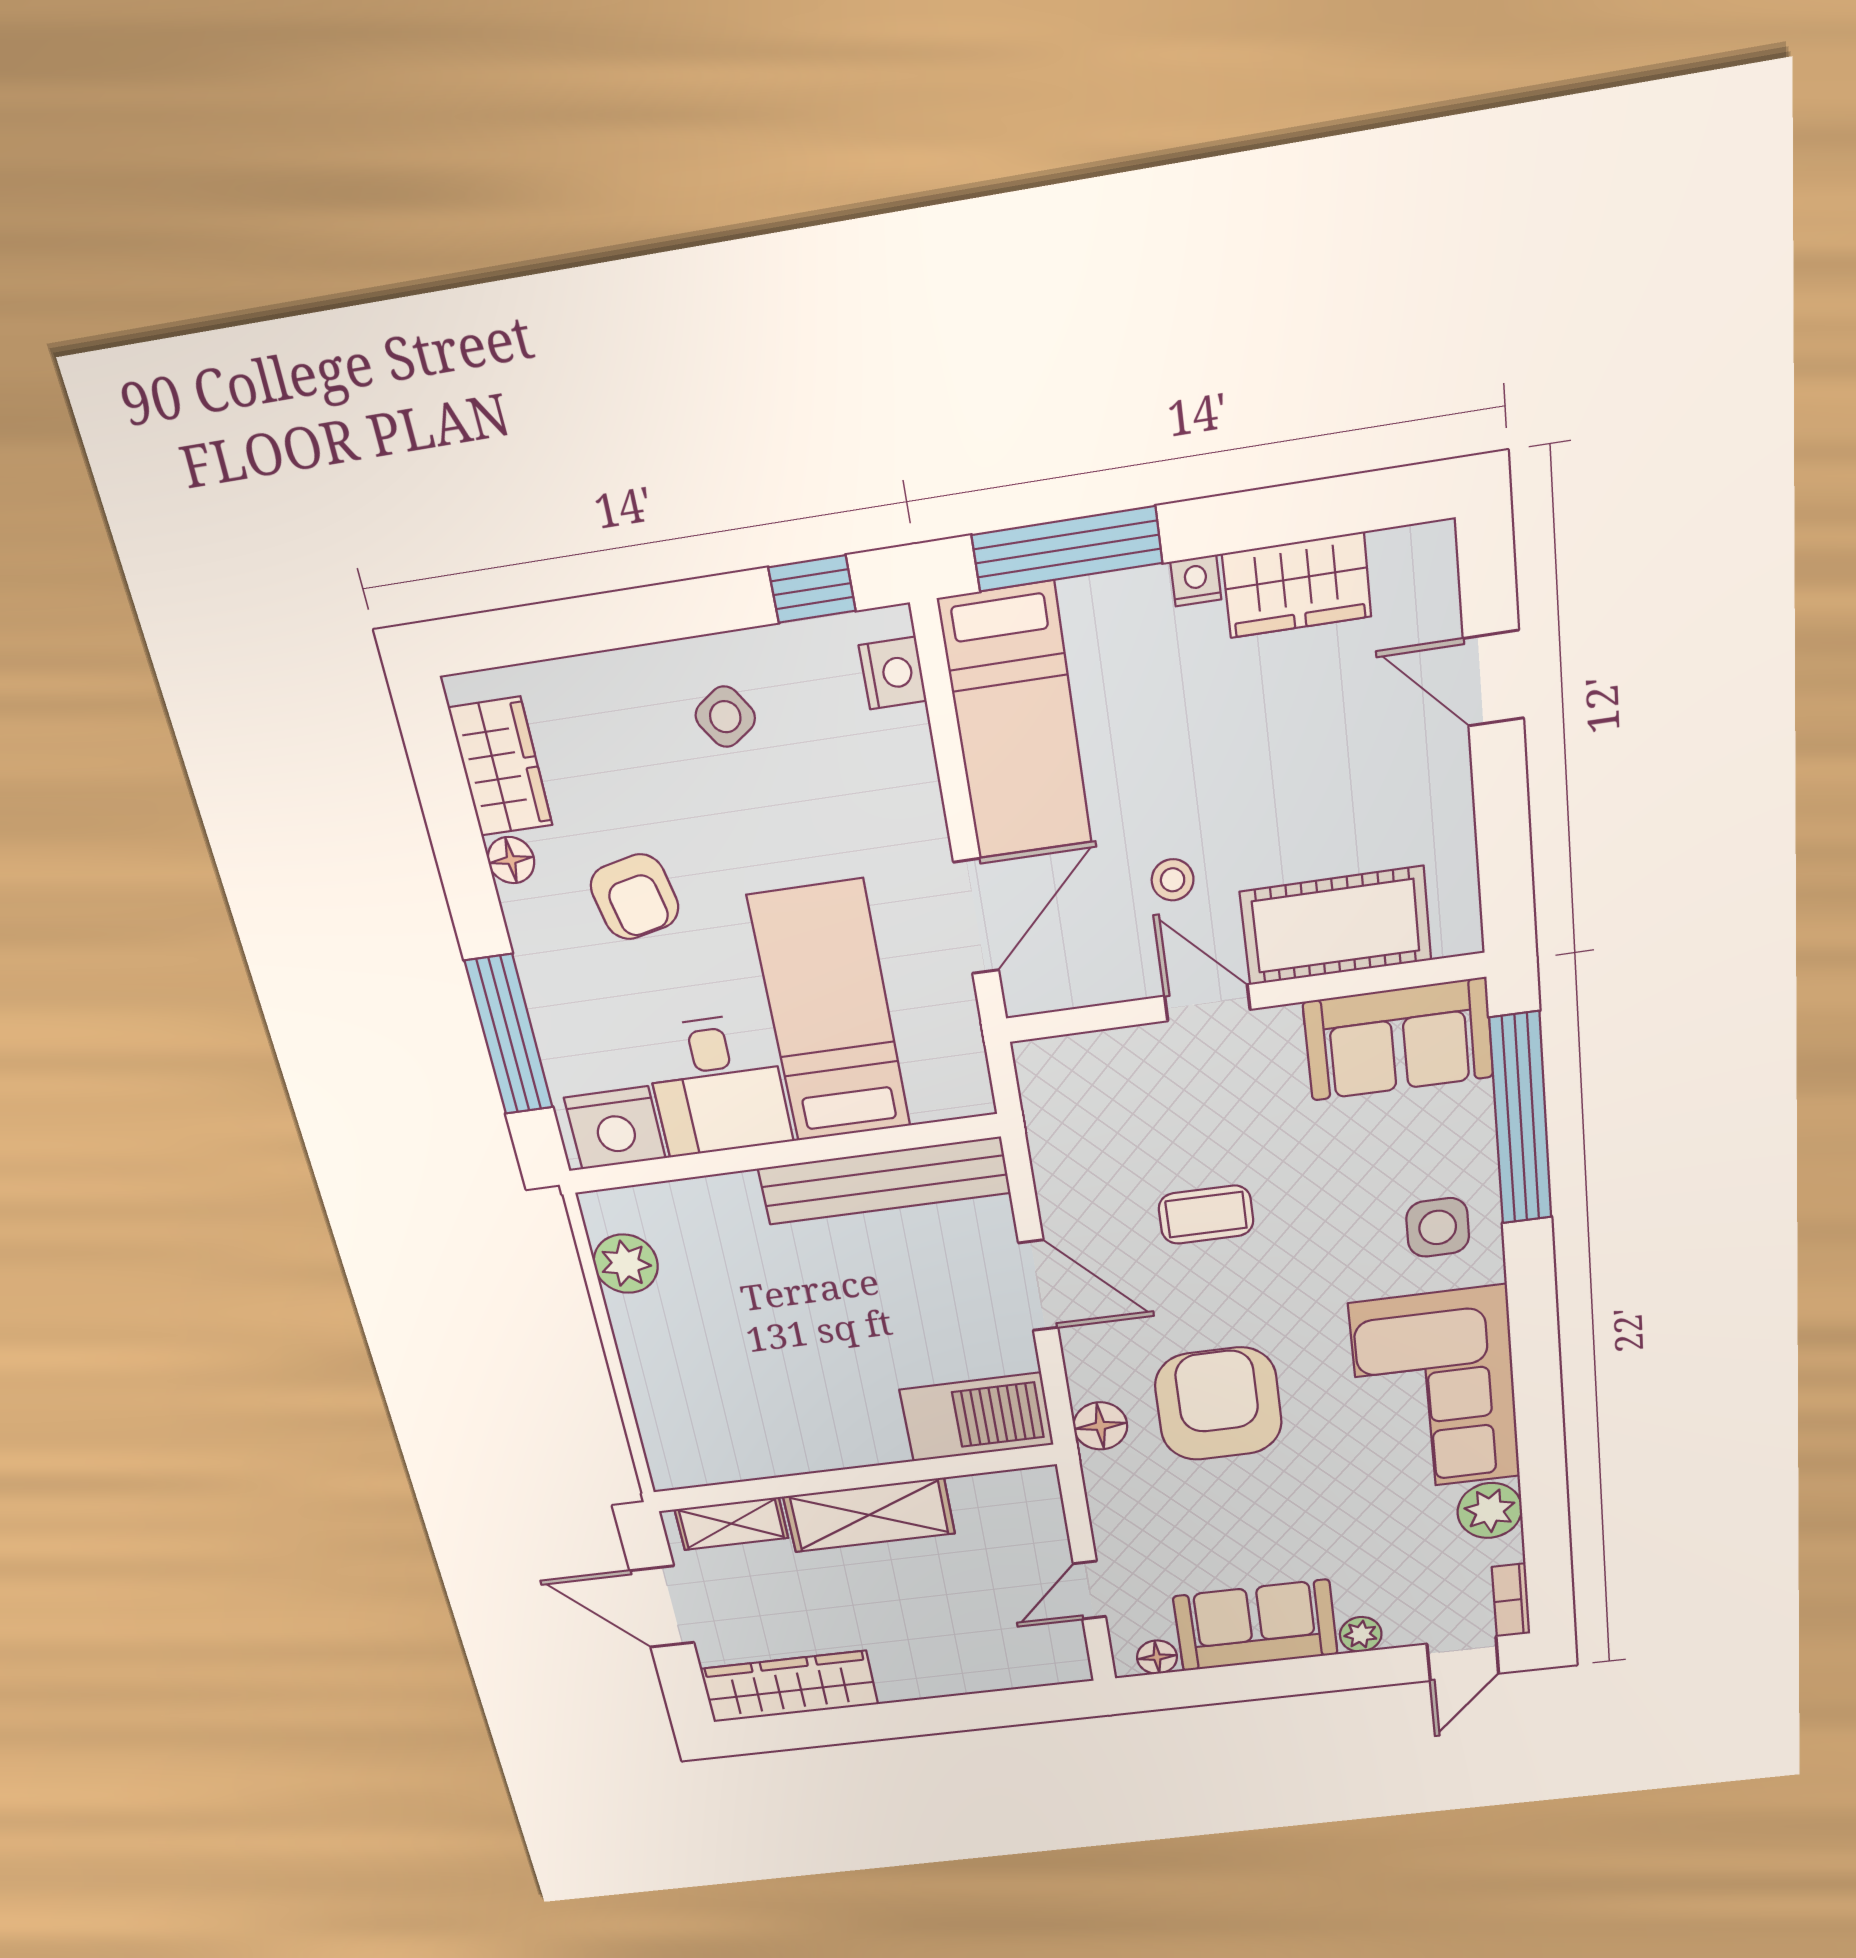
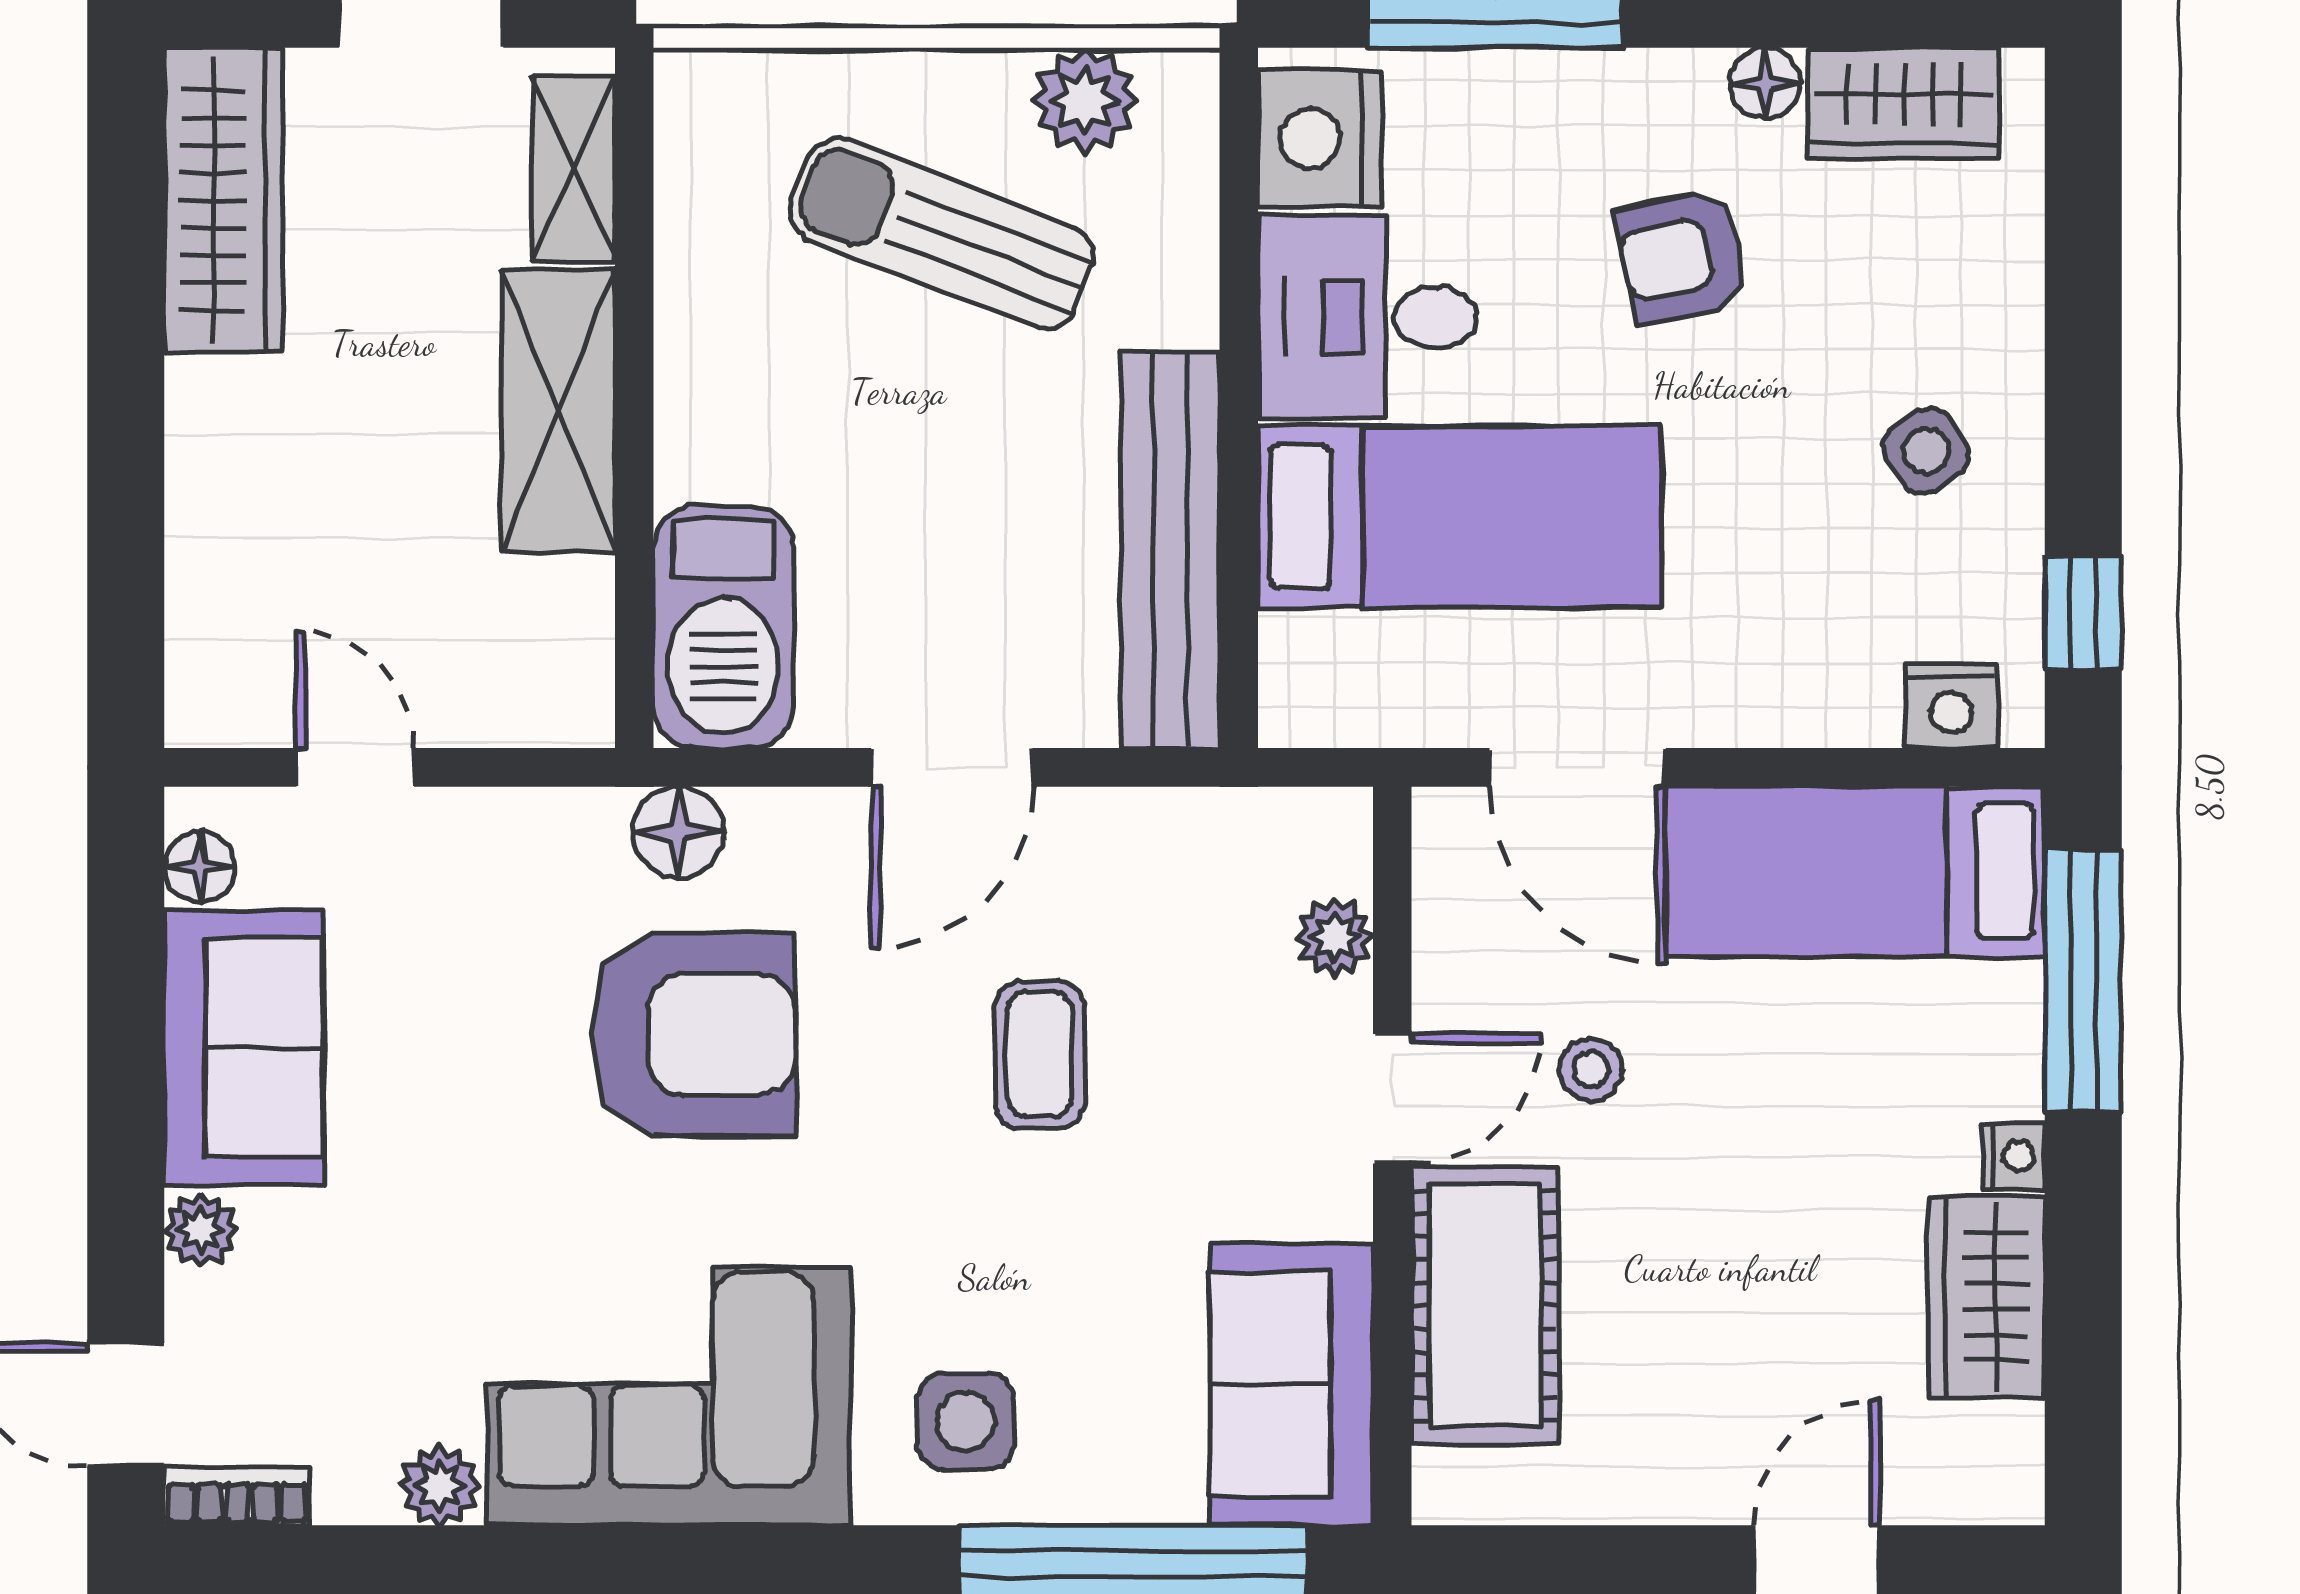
plant: (1109, 1052) -> (1335, 938), added
sun lounger: (723, 1331) -> (942, 234), added
plant: (1490, 1510) -> (440, 1486), width x0.73, depth x0.73

